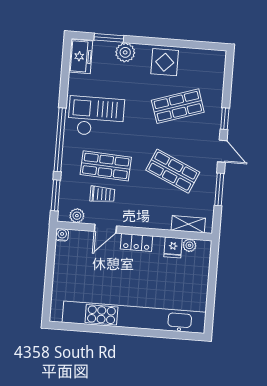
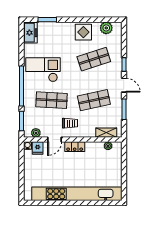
plant: (125, 52) -> (106, 28), moved
shop shelf: (173, 171) -> (94, 100), turned -36
trolley: (102, 194) -> (70, 123), moved
fridge: (173, 247) -> (38, 148), moved

